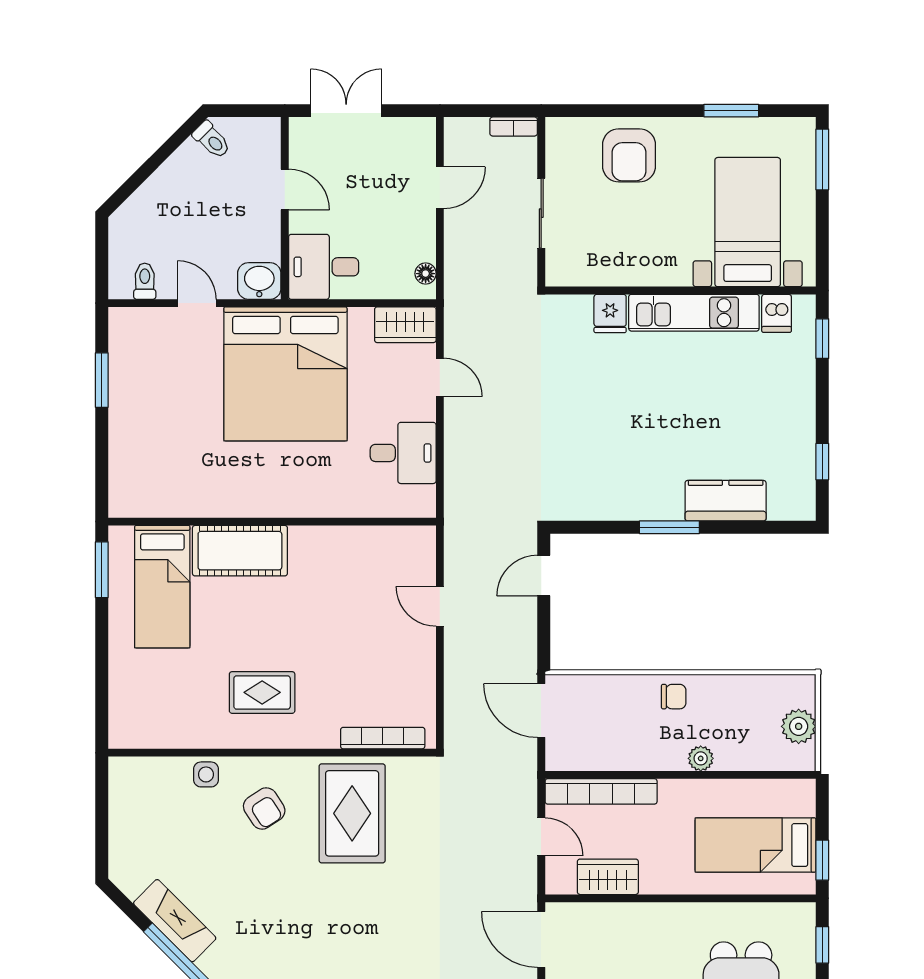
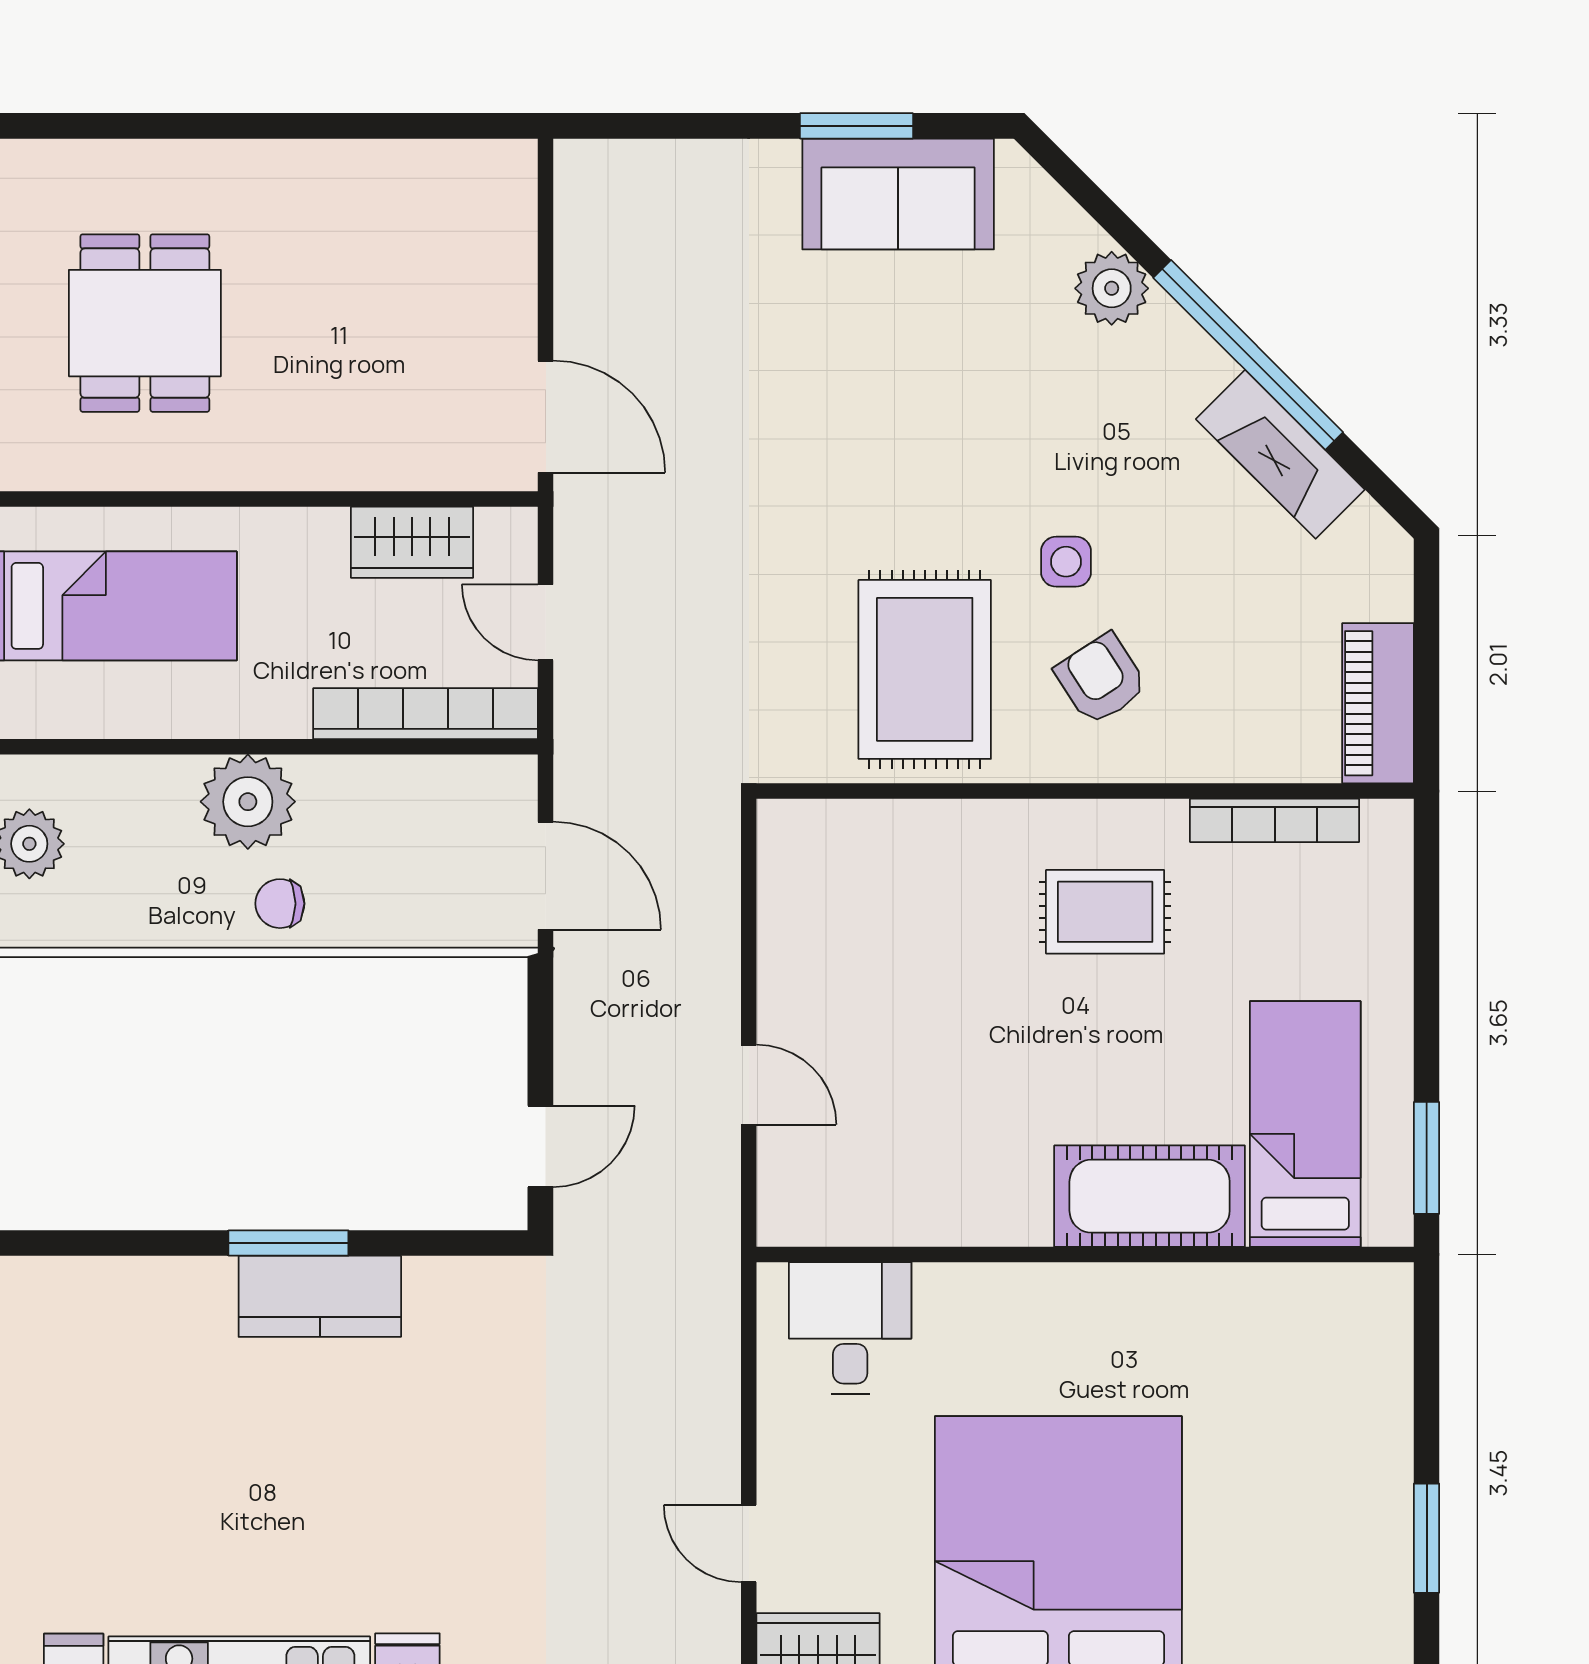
desk: (403, 453) -> (850, 1328), moved, turned 90
kitchen counter: (726, 501) -> (320, 1296), moved
bookcase: (383, 738) -> (1275, 820), moved
plant: (701, 758) -> (248, 802), width x1.87, depth x1.87
side table: (206, 774) -> (1066, 562), moved
piano: (126, 796) -> (1378, 703), added

